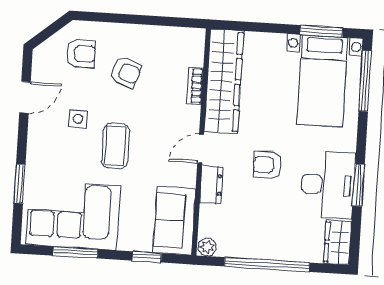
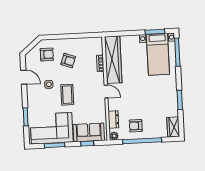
door: (25, 97) -> (24, 77), hinge flipped
door: (201, 149) -> (106, 91), swing flipped
armchair: (267, 165) -> (136, 126), moved
dresser: (211, 185) -> (113, 119), moved
desk: (328, 185) -> (166, 101), removed
sofa: (174, 221) -> (89, 132), moved, turned 90

